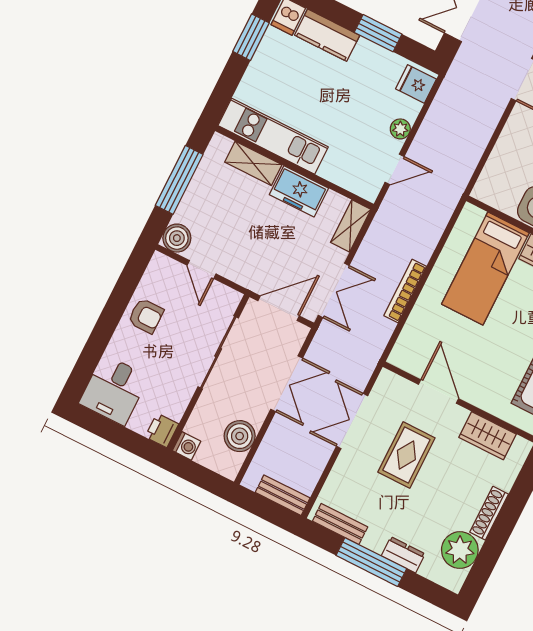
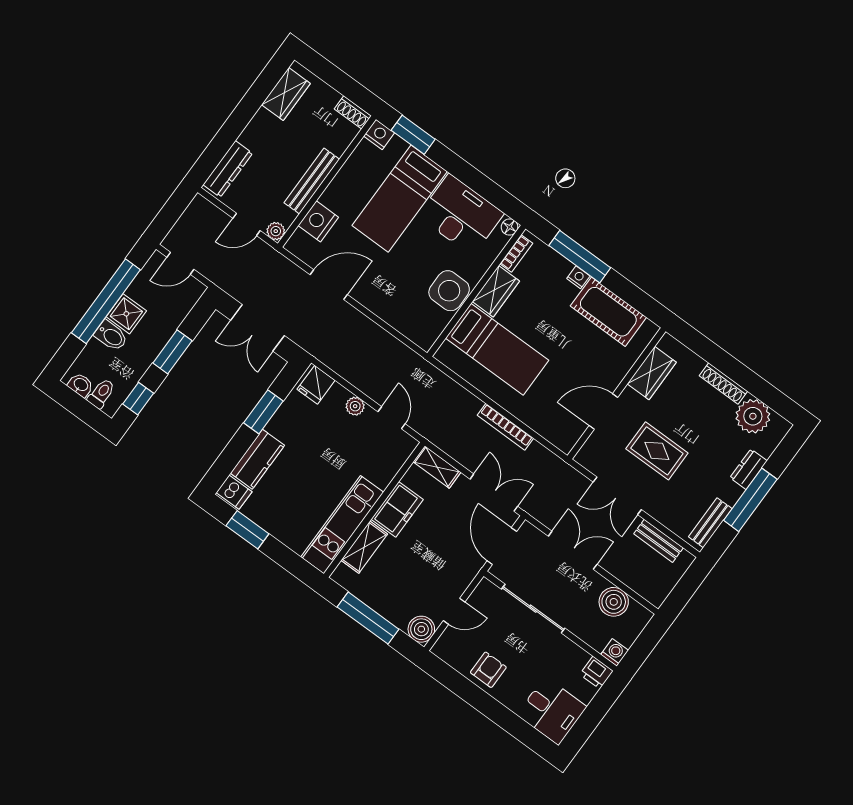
bench: (283, 495) -> (658, 541), moved, turned 90

